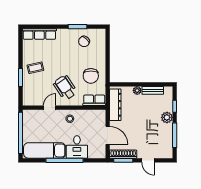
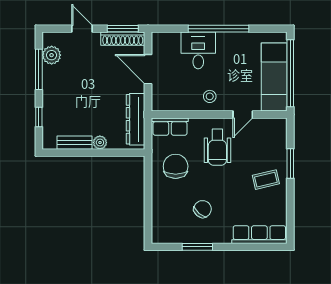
chair: (84, 41) -> (203, 209), moved
wheelchair: (65, 88) -> (217, 147), turned 34
plant: (167, 117) -> (52, 55), moved
exam couch: (45, 150) -> (274, 77), moved, turned 90

